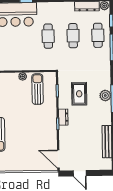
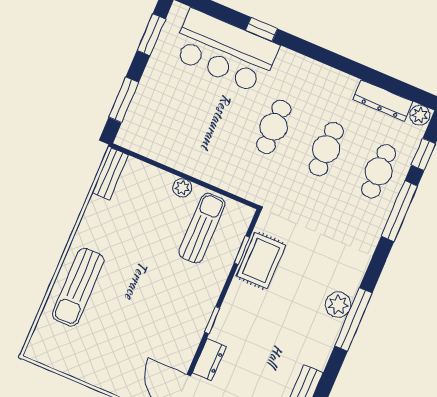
rug: (79, 94) -> (261, 261), moved
dresser: (63, 117) -> (209, 360), moved

